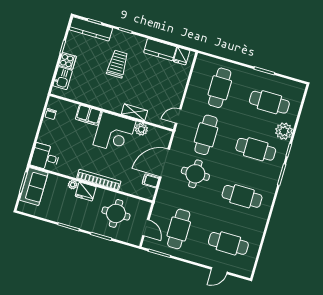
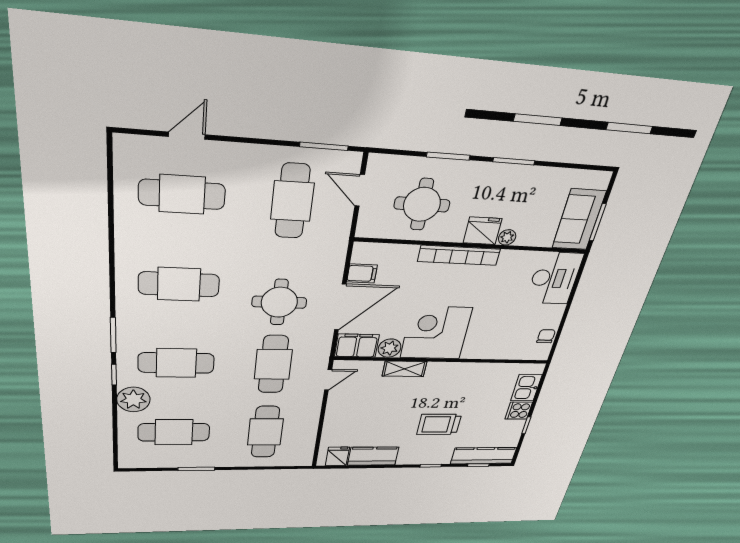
trolley: (117, 64) -> (439, 424), turned 90
filing cabinet: (88, 115) -> (357, 346), moved
desk: (45, 157) -> (554, 278), width x1.37

